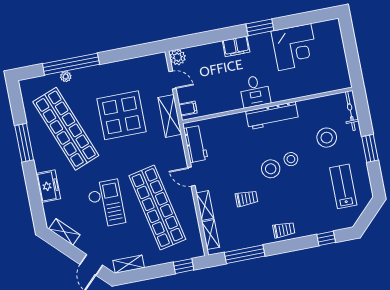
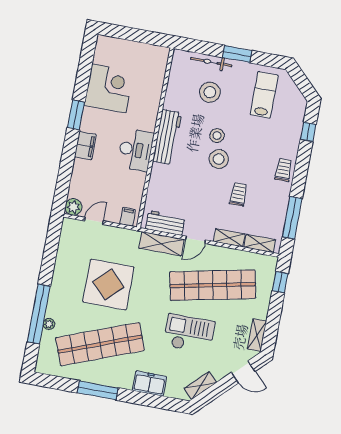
desk: (255, 91) -> (136, 150), width x1.37
bicycle: (350, 111) -> (211, 62), moved
shelving: (170, 116) -> (161, 244), moved
lab bench: (343, 186) -> (264, 95), turned 90

